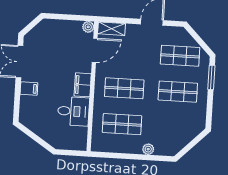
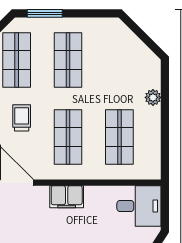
trolley: (140, 57) -> (22, 118), added
desk: (73, 111) -> (139, 206), moved, turned 90

